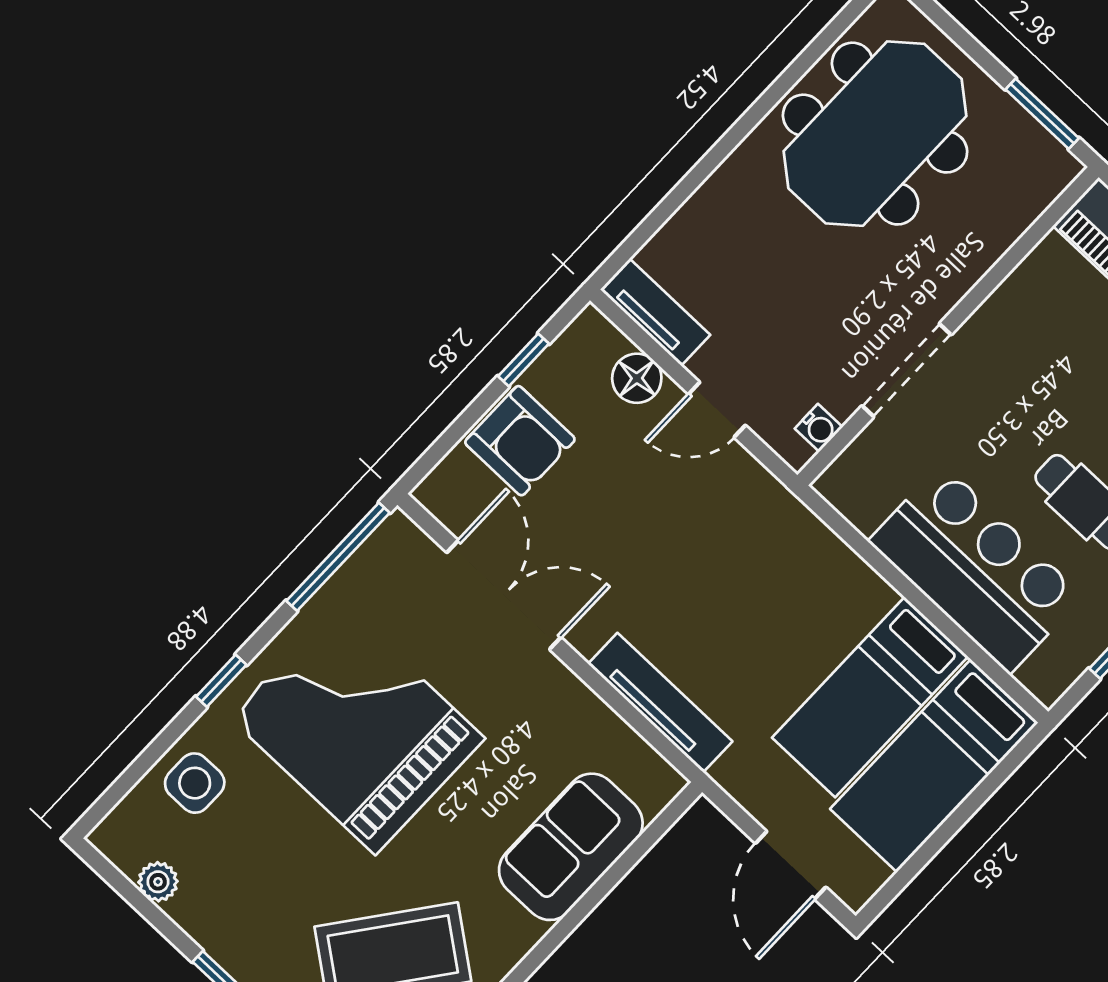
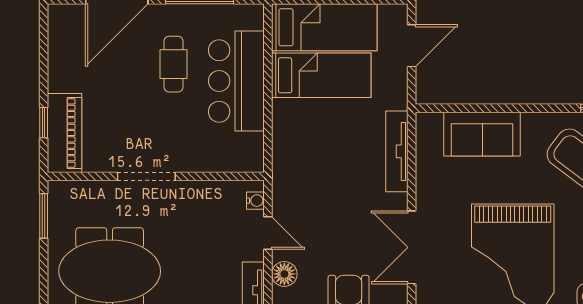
doorway: (907, 370) -> (146, 176), moved
water cooler: (819, 428) -> (255, 201), moved, turned 90

